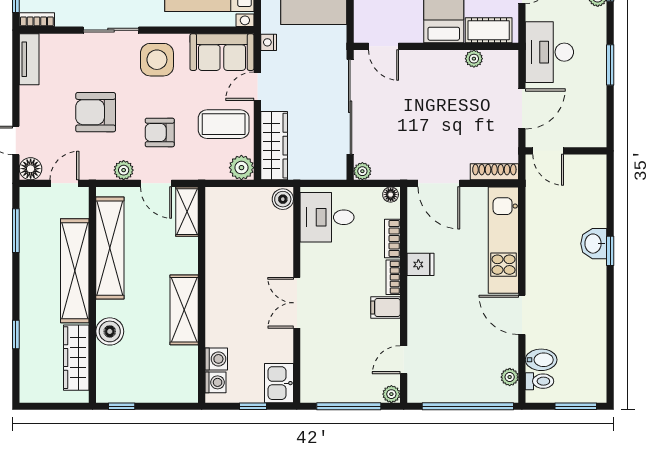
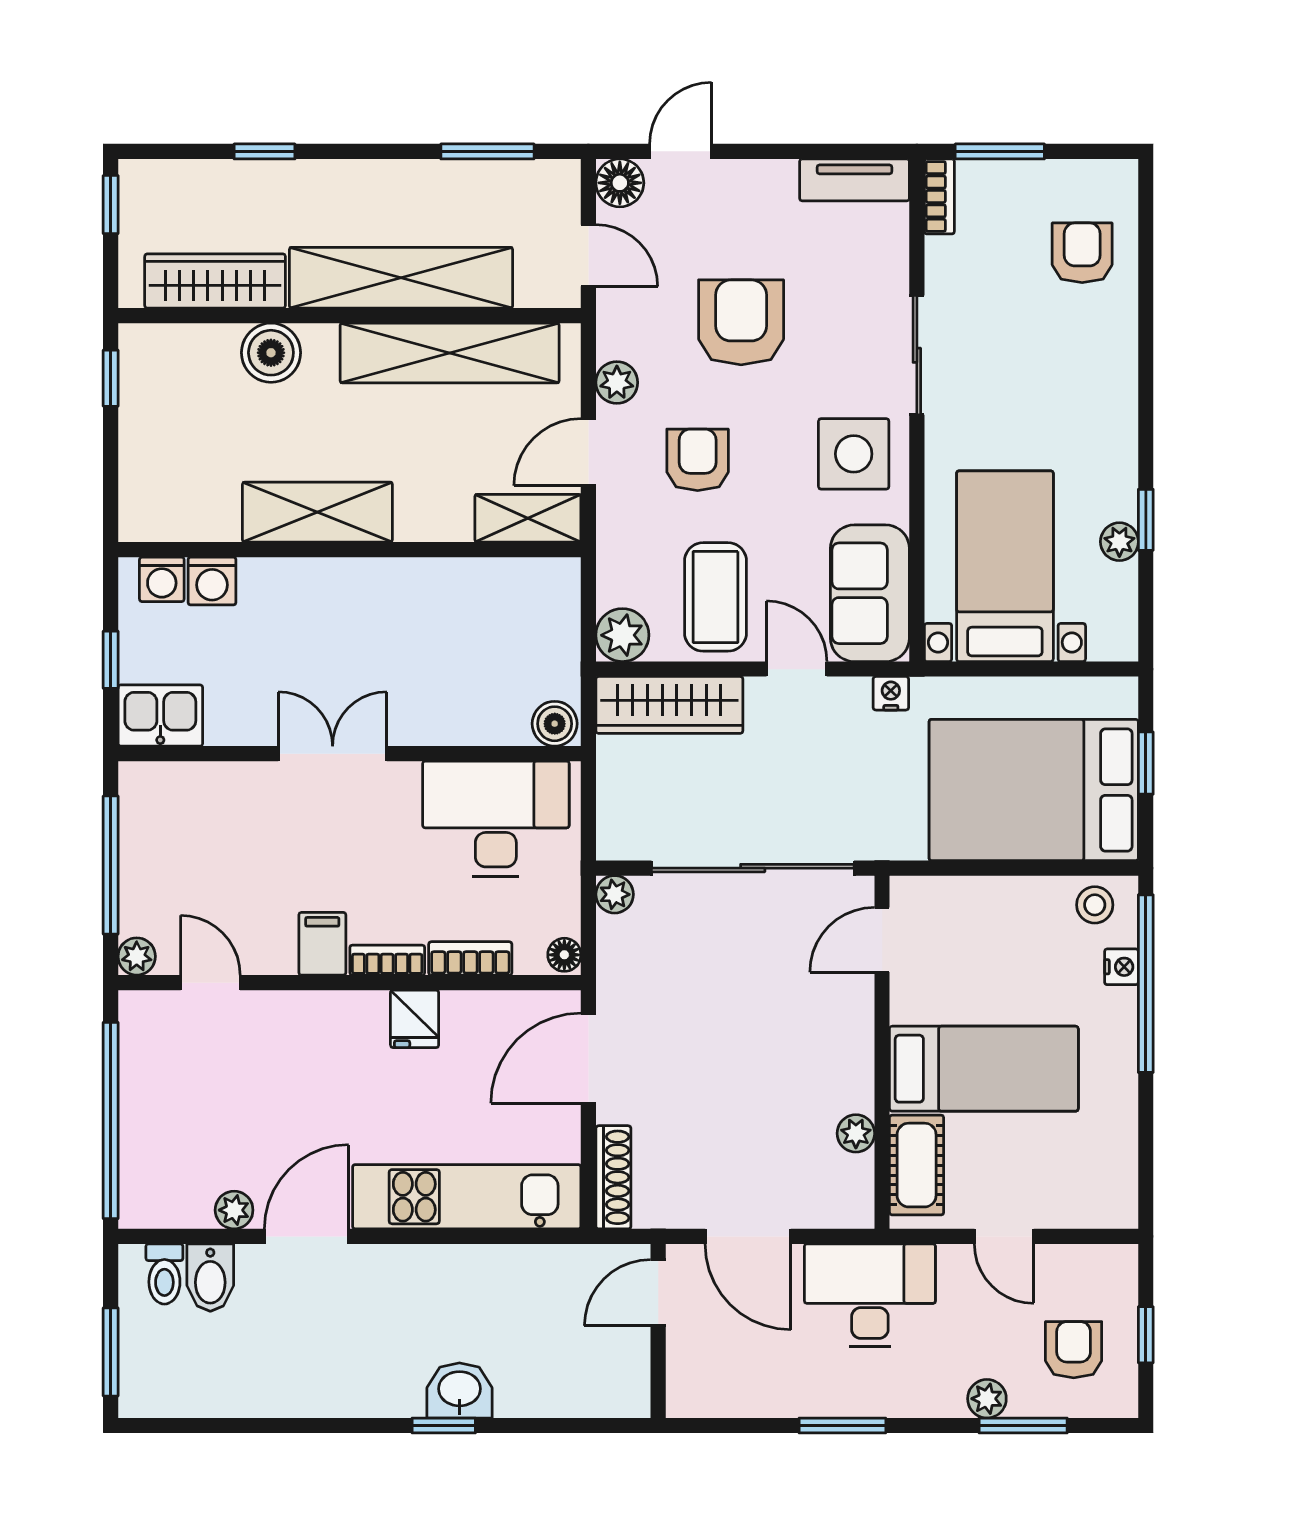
desk: (327, 217) -> (496, 819), width x1.37
plant: (510, 377) -> (234, 1210), moved
window: (41, 406) -> (111, 205), added

